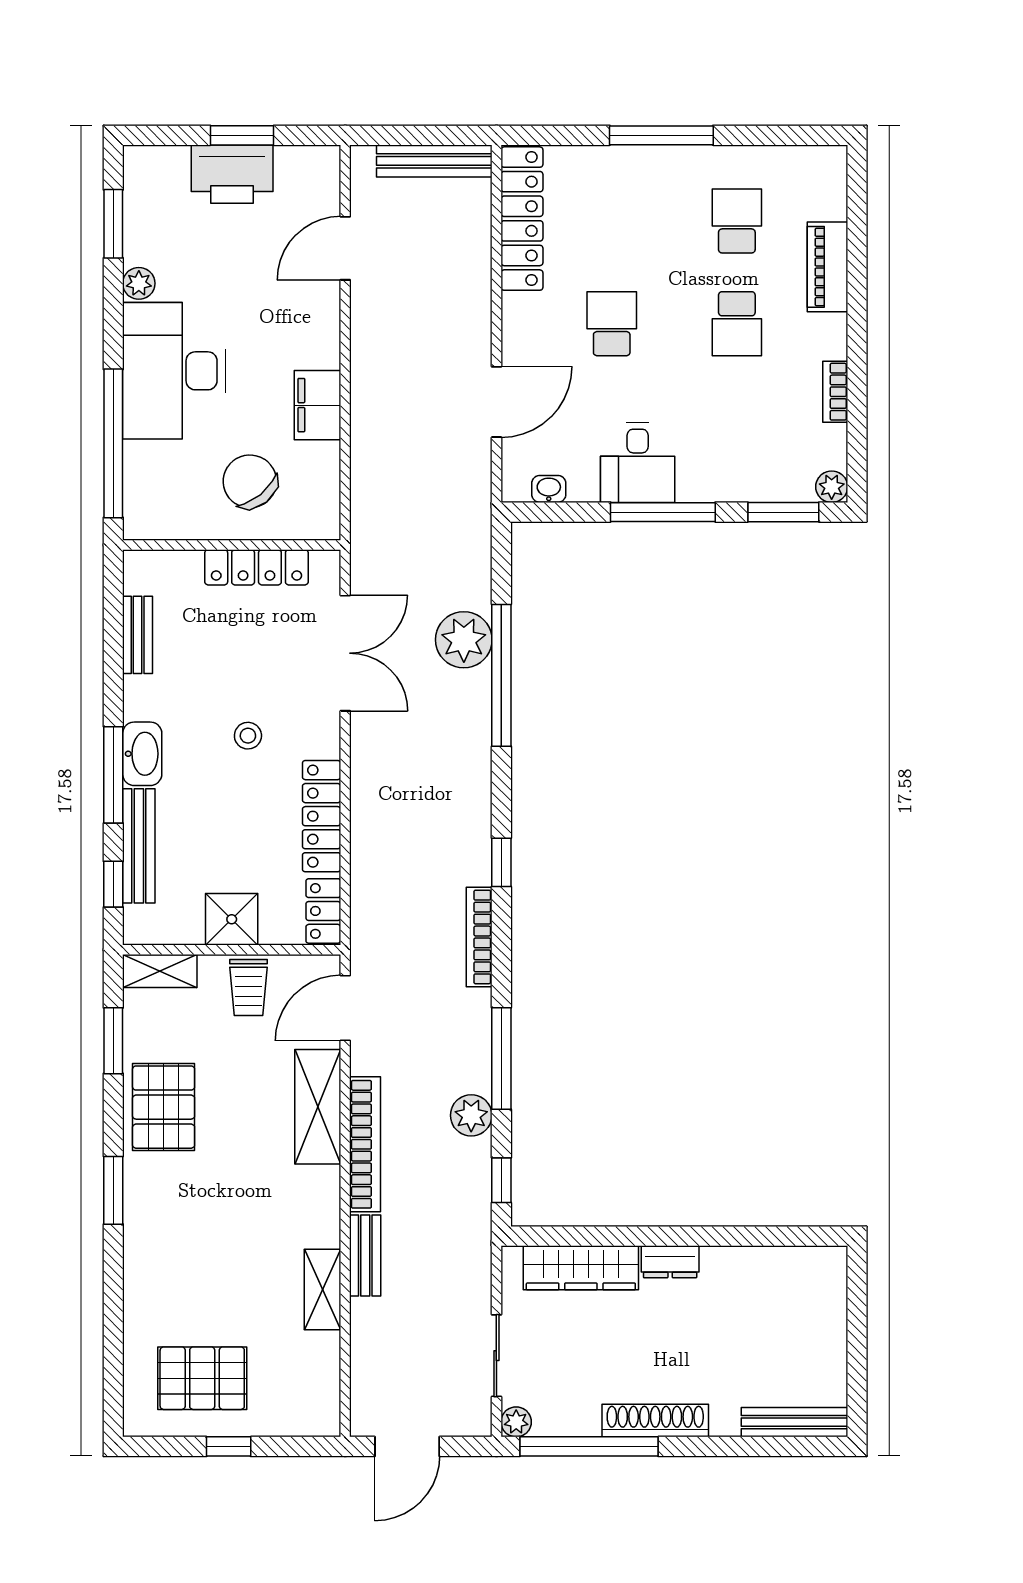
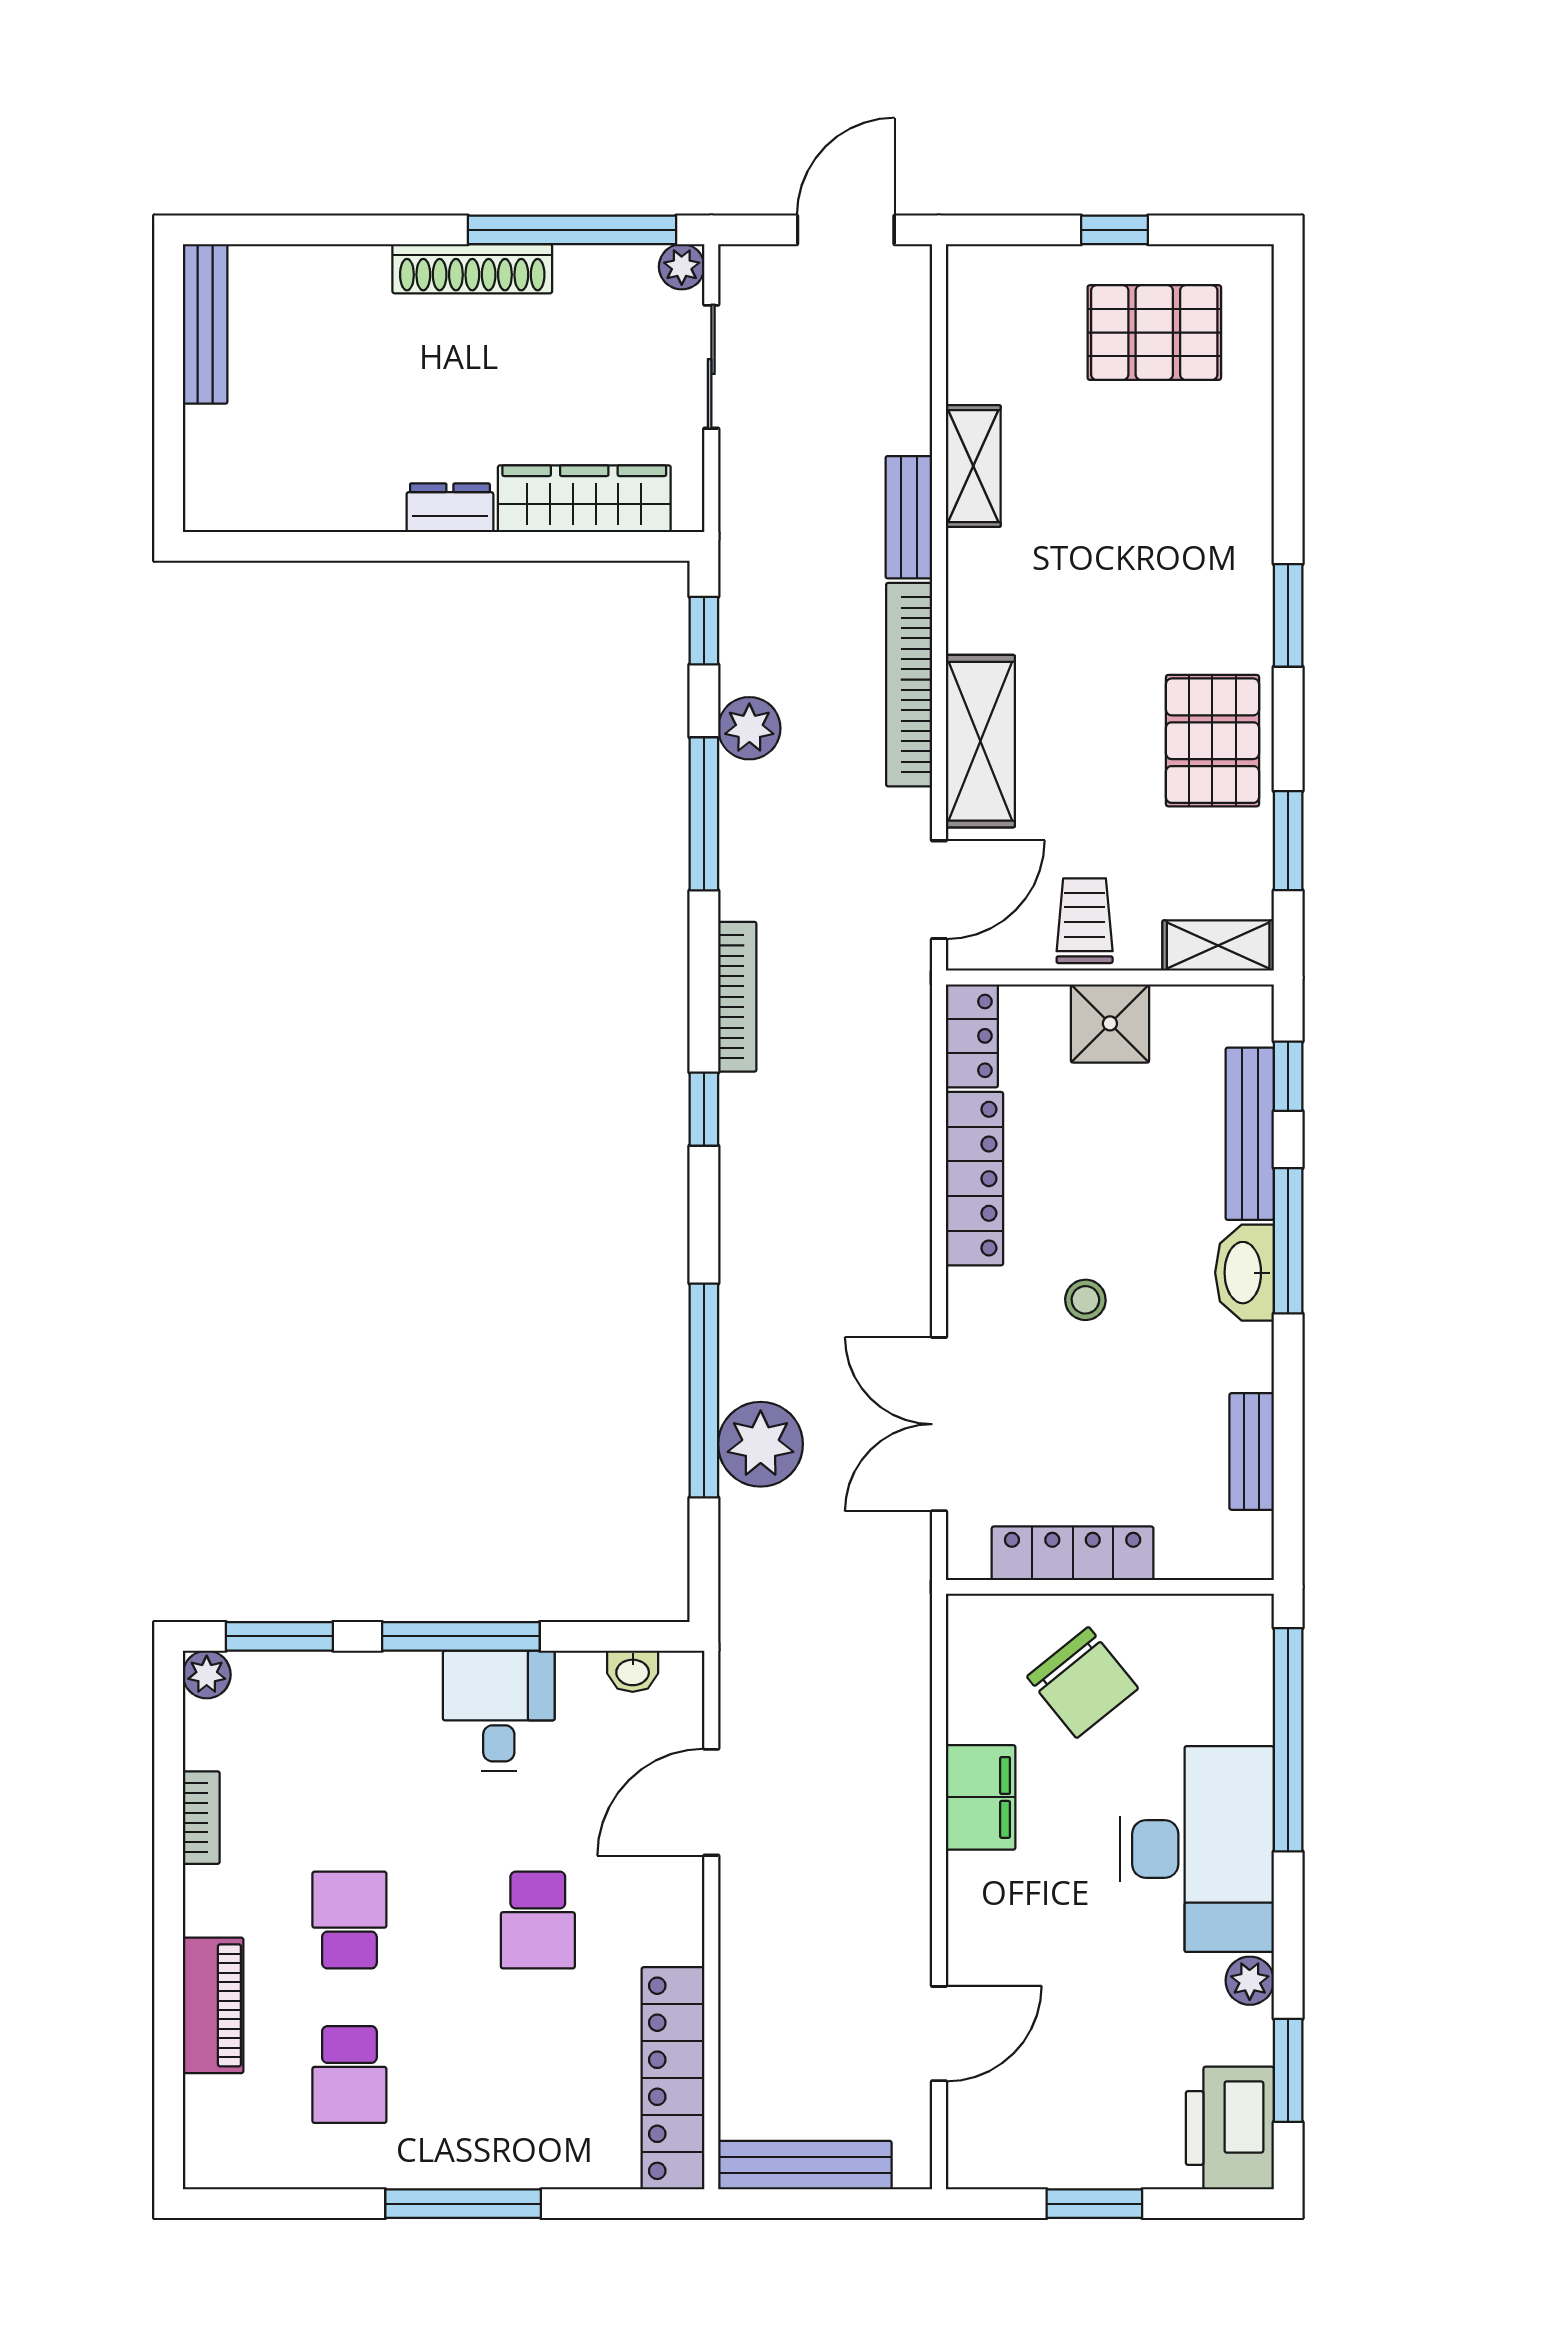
printer: (232, 174) -> (1230, 2128), moved, turned -90
bench: (795, 1422) -> (205, 324), moved, turned 90

